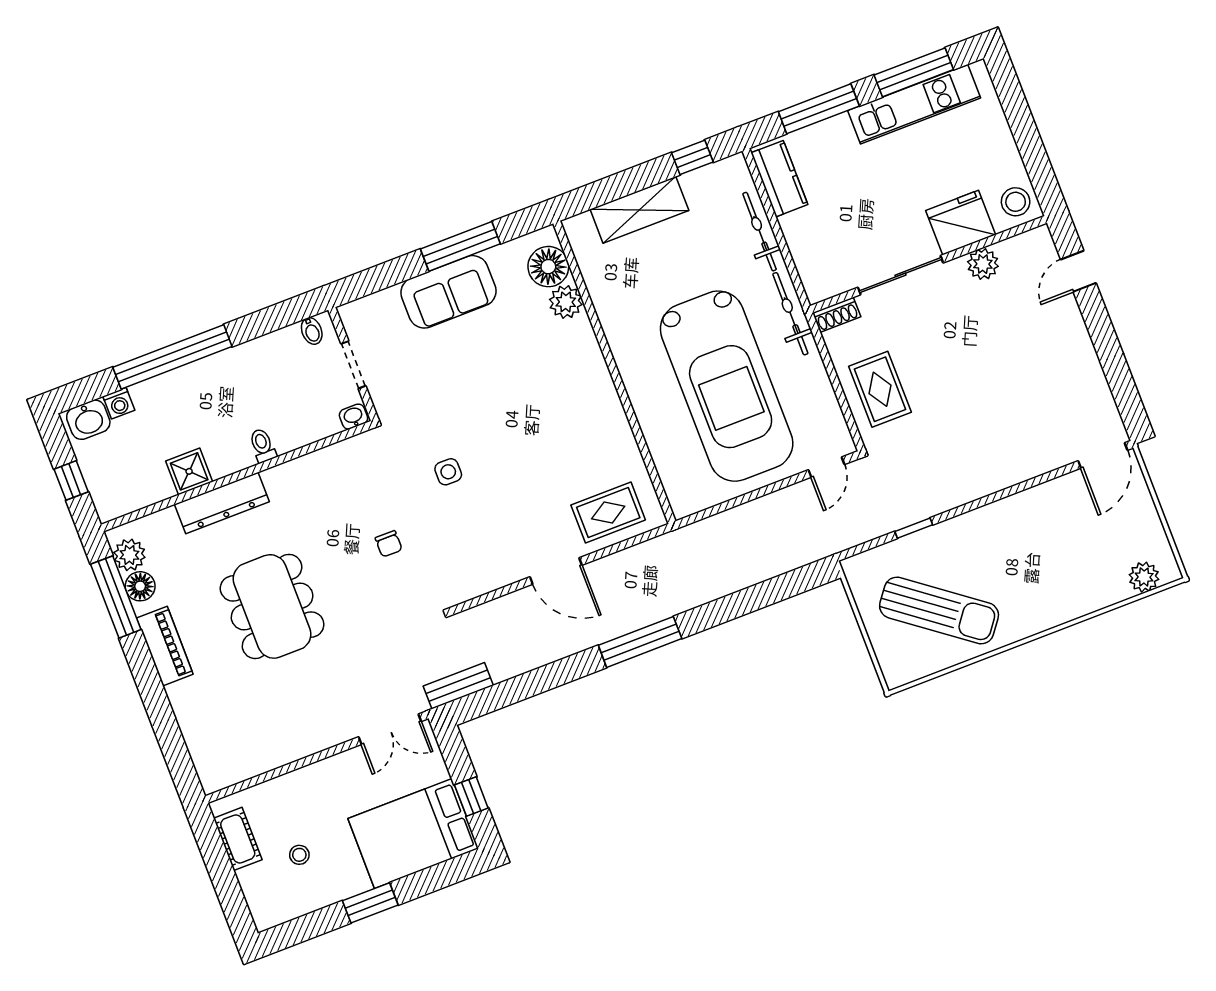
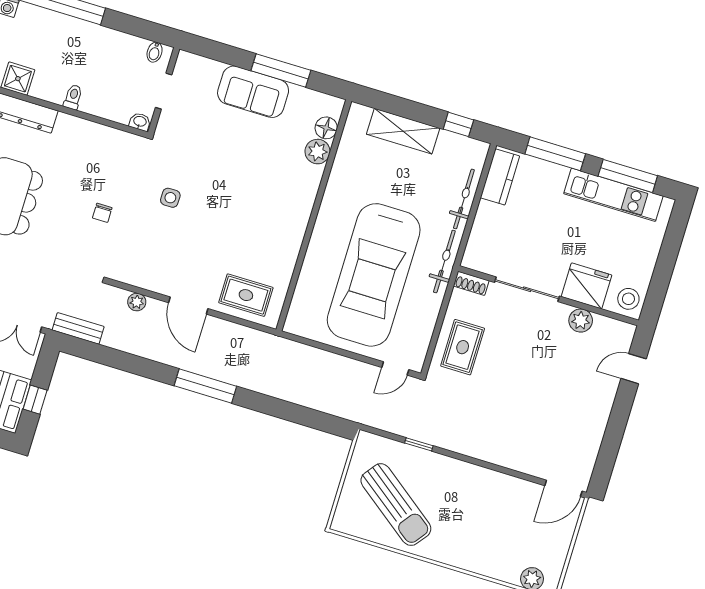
floor lamp: (548, 267) -> (326, 128), width x0.73, depth x0.73
plant: (499, 610) -> (137, 302), added

